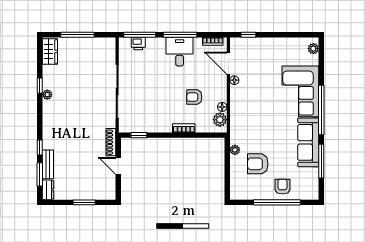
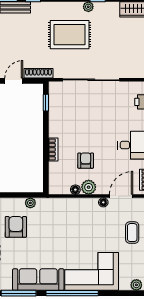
coffee table: (263, 53) -> (132, 233), added
rug: (74, 112) -> (70, 35), added
plant: (220, 120) -> (89, 187), moved

